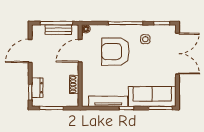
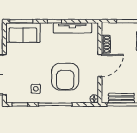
door: (80, 51) -> (100, 65), moved
armchair: (115, 52) -> (65, 77), turned 90
sofa: (152, 96) -> (23, 33), width x0.73

